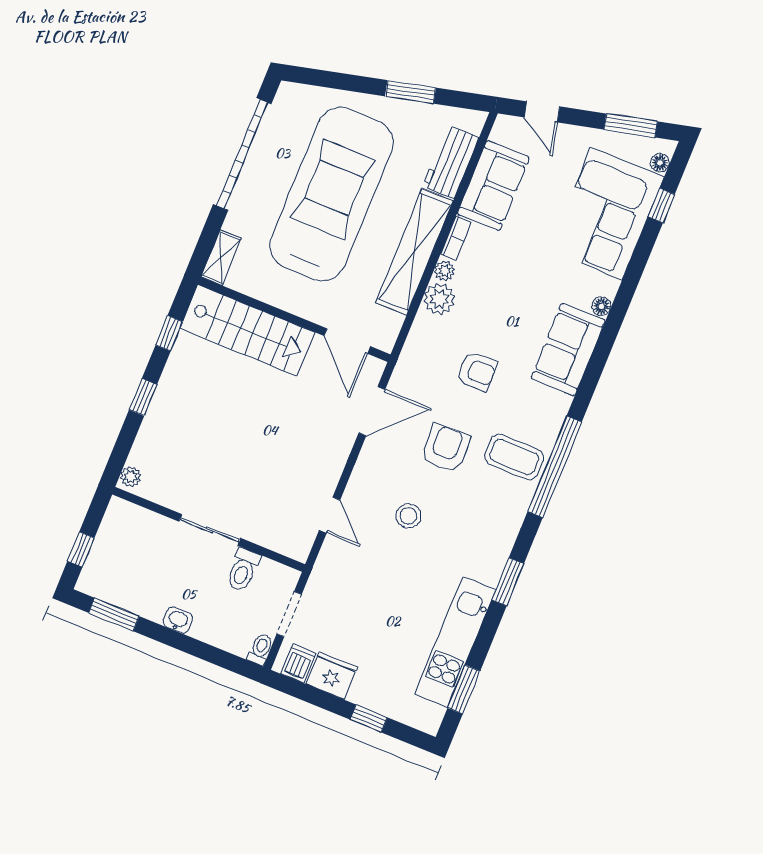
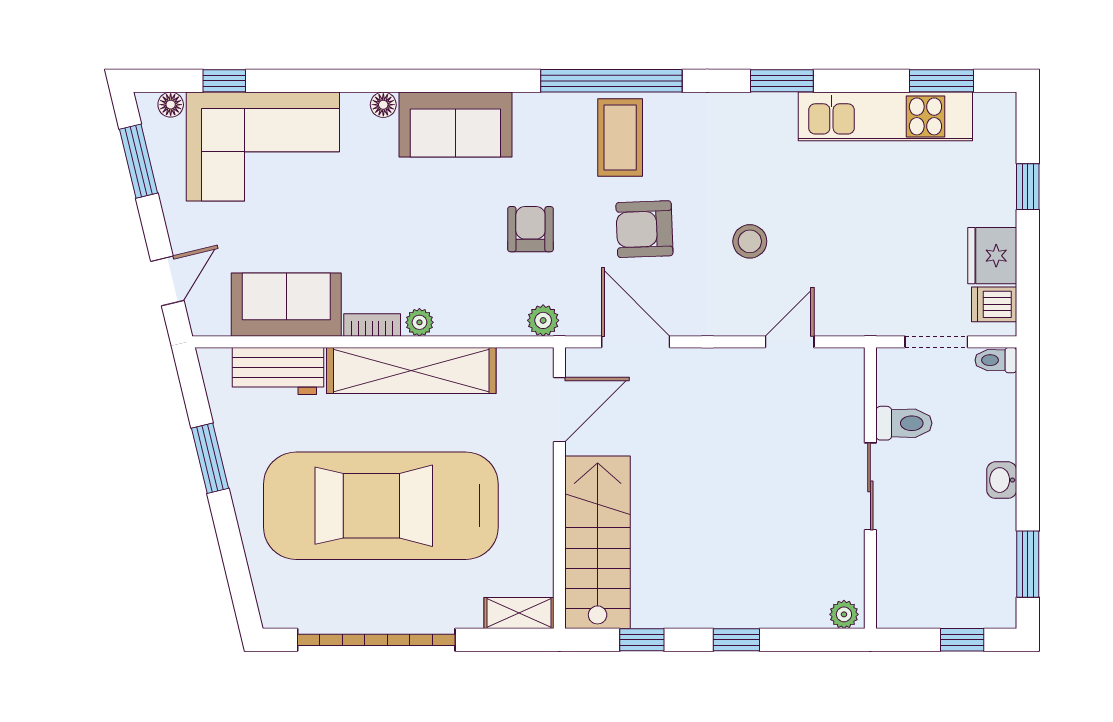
plant: (439, 299) -> (543, 320), moved, width x0.73, depth x0.73

